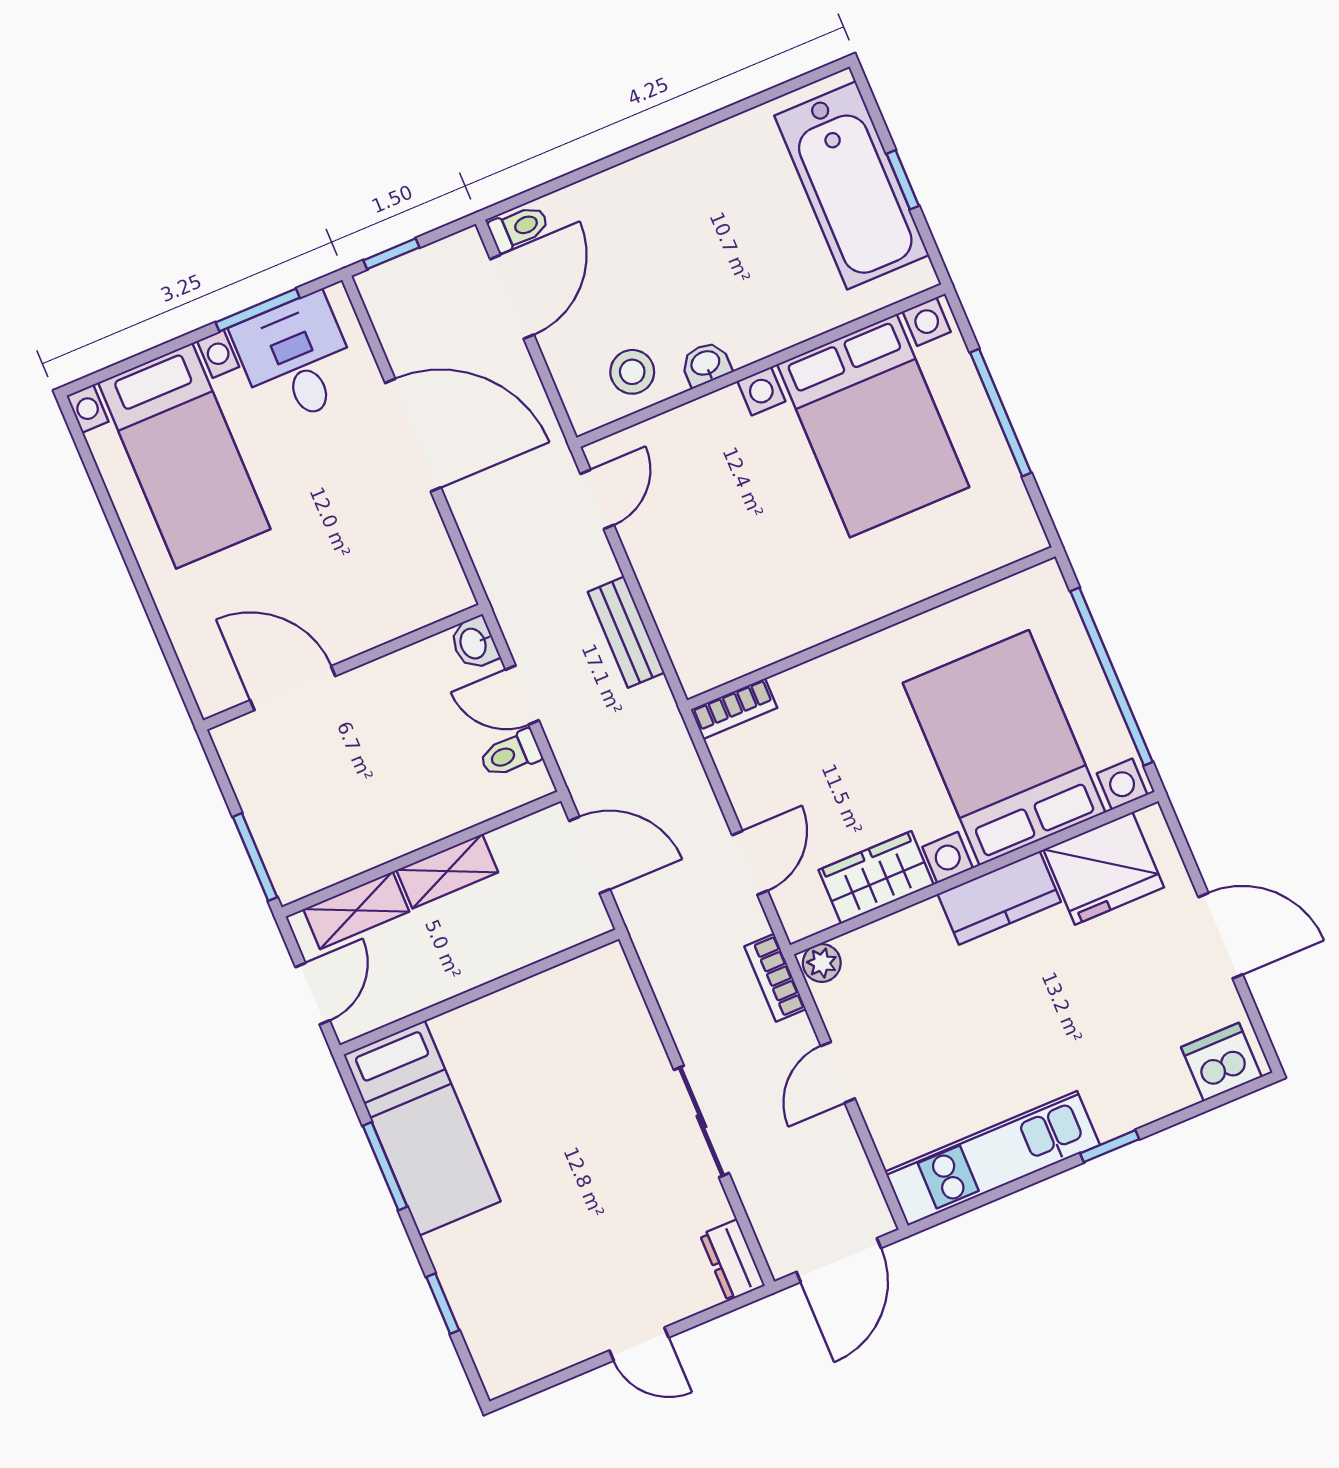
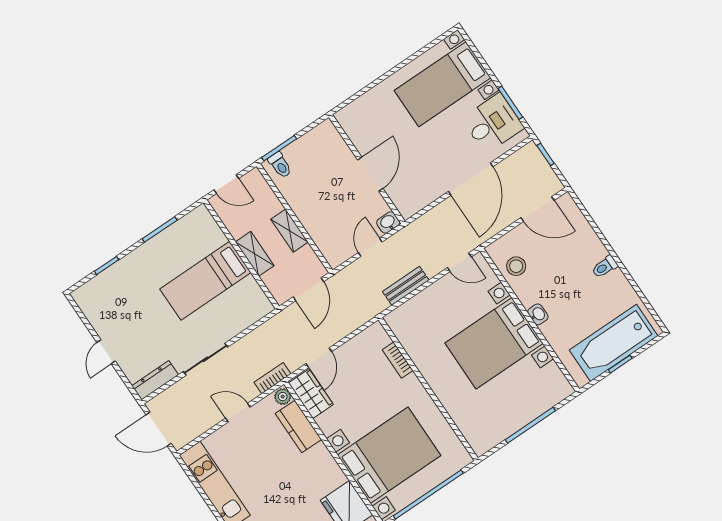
toilet: (519, 228) -> (605, 267), moved, turned 90
washbasin: (706, 364) -> (538, 314), moved
bed with nightstands: (873, 426) -> (494, 343), moved
door: (293, 688) -> (370, 174), moved
bookcase: (734, 709) -> (398, 360), moved
toilet: (510, 754) -> (280, 165), moved, turned 180
door: (750, 863) -> (319, 358), hinge flipped
wardrobe: (876, 877) -> (311, 394), moved
kitchen counter: (999, 898) -> (298, 427), moved
shelving: (356, 910) -> (255, 254), moved
bed: (422, 1128) -> (205, 281), moved
dresser: (732, 1260) -> (155, 380), width x1.44

